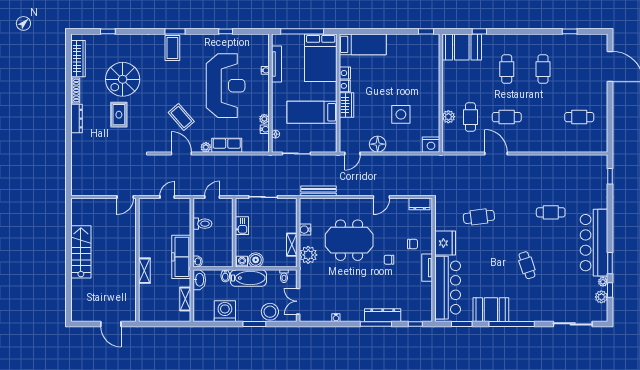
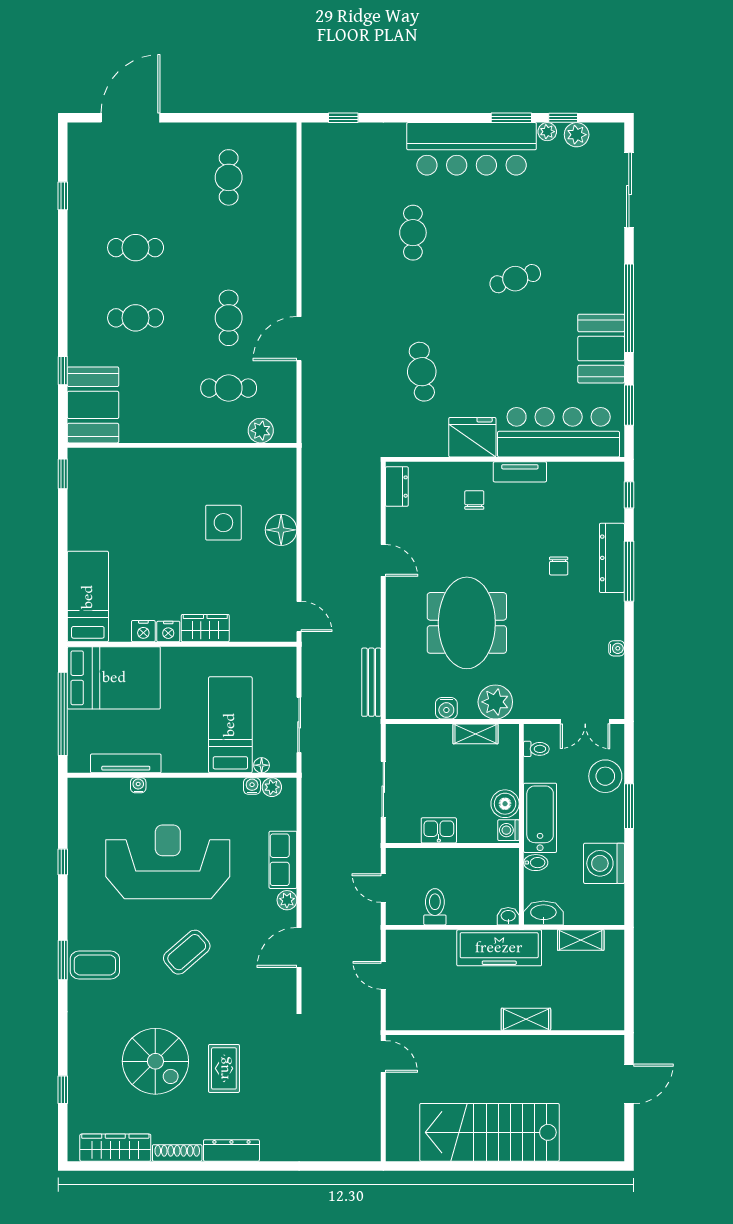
bed: (312, 112) -> (230, 725), moved, turned 180
rug: (119, 115) -> (224, 1068), turned 90
coffee table: (181, 117) -> (187, 952), moved
plant: (448, 117) -> (261, 431), moved
plant: (264, 119) -> (272, 787), moved
floor lamp: (378, 144) -> (281, 530), moved
nightstand: (431, 145) -> (282, 464), removed
stairs: (81, 252) -> (489, 1132), width x1.36, depth x1.51
chair: (389, 260) -> (559, 566), moved

